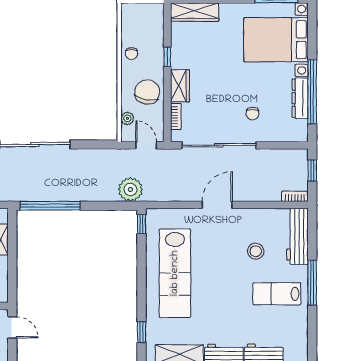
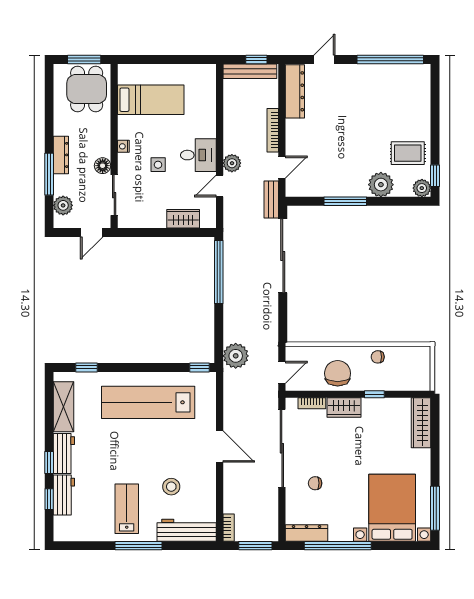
chair: (147, 92) -> (338, 373), turned -100
dresser: (300, 98) -> (307, 533), moved
plant: (127, 118) -> (310, 353), removed
window: (312, 171) -> (255, 546), width x1.50

